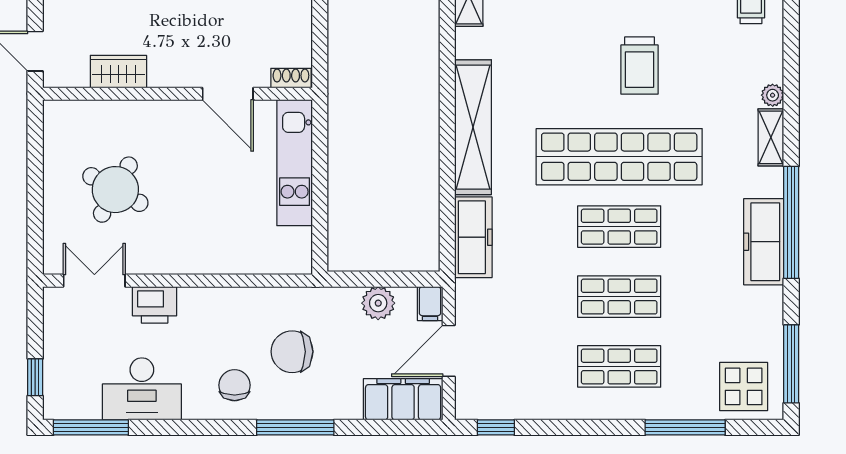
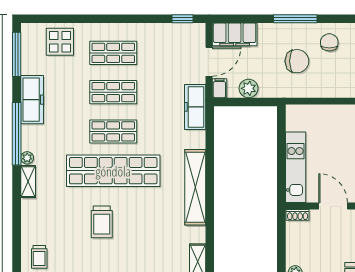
trolley: (640, 66) -> (102, 222), turned 180
plant: (773, 95) -> (27, 158), moved
freezer: (473, 237) -> (195, 107), moved
freezer: (764, 242) -> (32, 100), moved
chair: (235, 385) -> (329, 42), turned 180
display table: (744, 386) -> (60, 42), moved
window: (685, 427) -> (76, 19), removed

